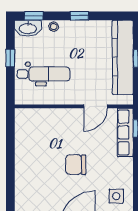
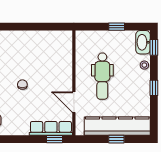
dental chair: (44, 74) -> (102, 76), moved
chair: (76, 165) -> (22, 85), width x0.54, depth x0.54

